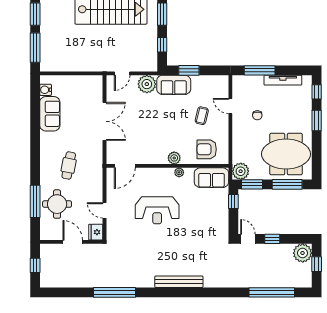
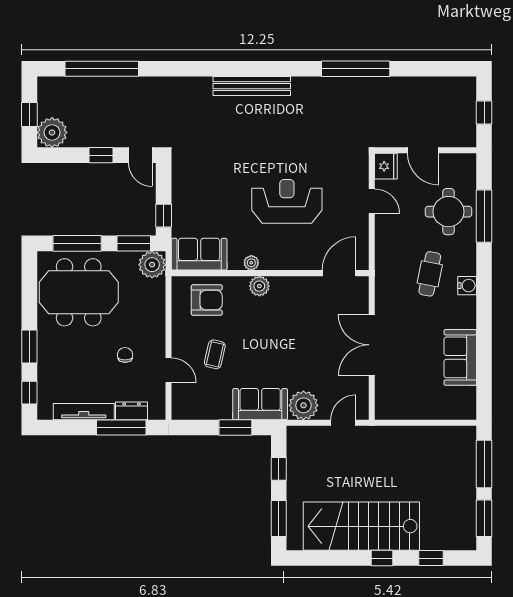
dresser: (253, 81) -> (132, 411), added
water cooler: (46, 90) -> (467, 286), moved

